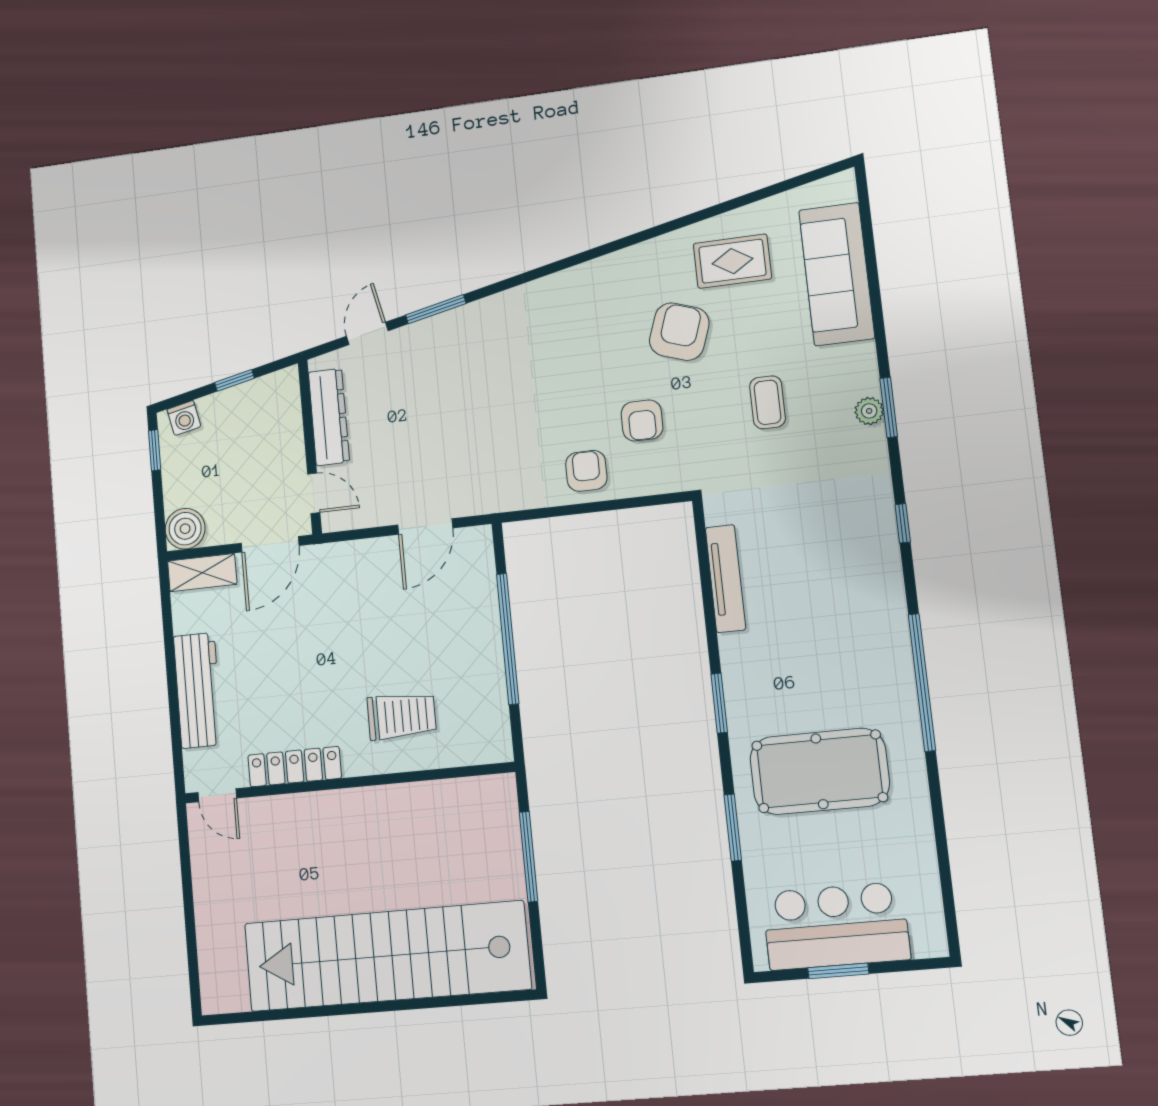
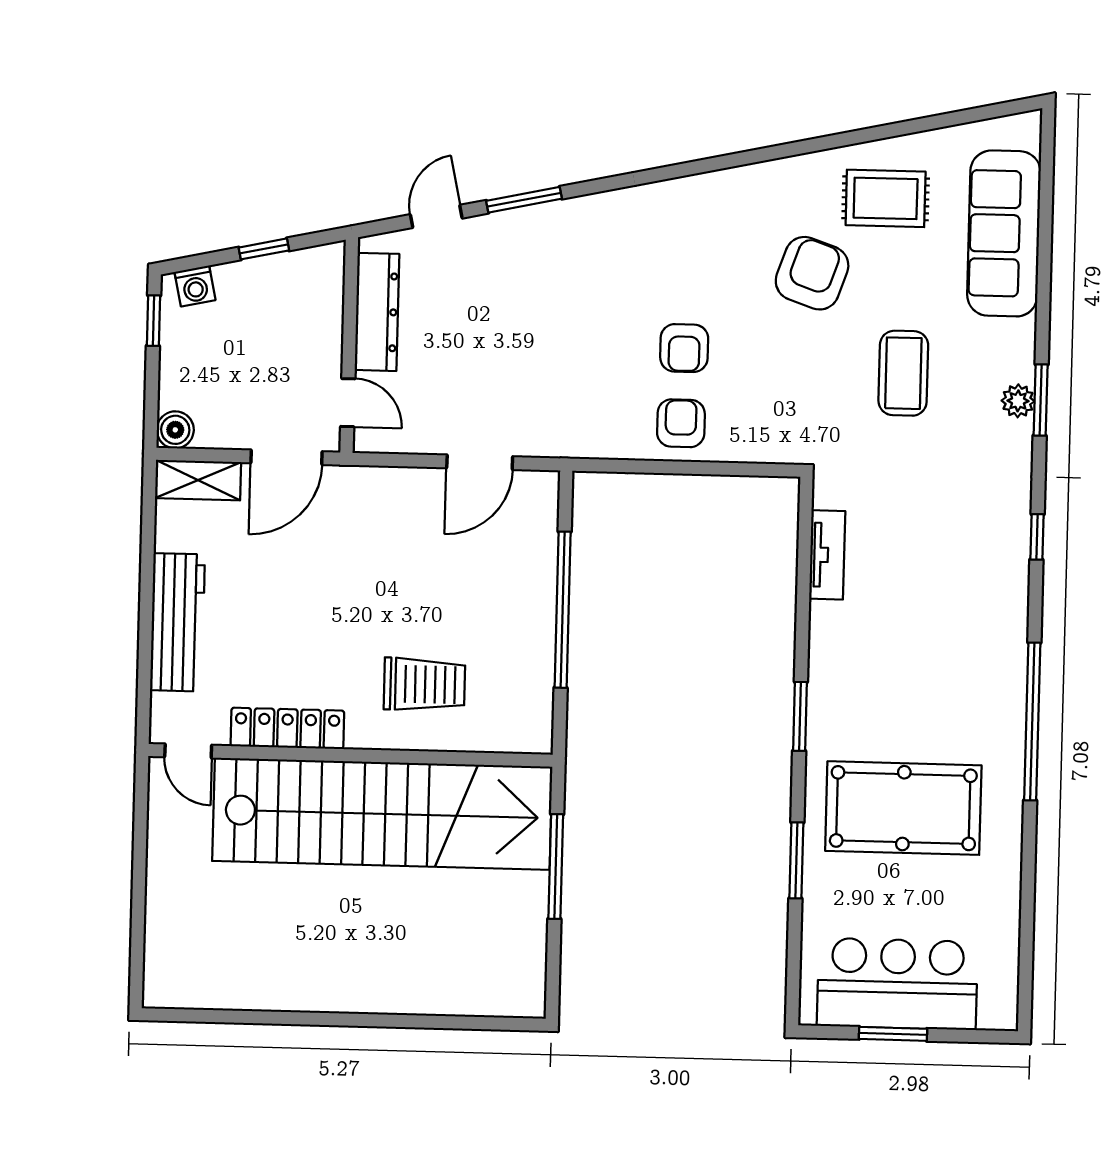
coffee table: (768, 402) -> (903, 373), width x1.36, depth x1.30
armchair: (642, 420) -> (684, 348), moved
boiler: (185, 529) -> (175, 430), width x0.73, depth x0.73
tv unit: (725, 579) -> (827, 555), width x0.71
stairs: (387, 956) -> (382, 814), moved, turned 180

